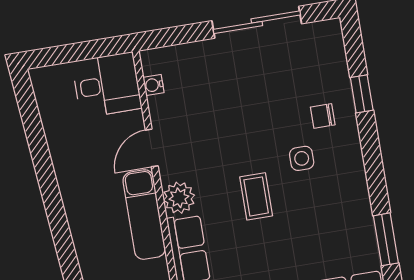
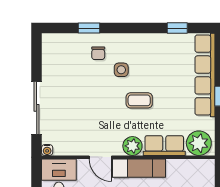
sliding door: (257, 22) -> (37, 108), moved
water cooler: (153, 85) -> (47, 150), moved
window: (386, 239) -> (177, 28), width x0.67

